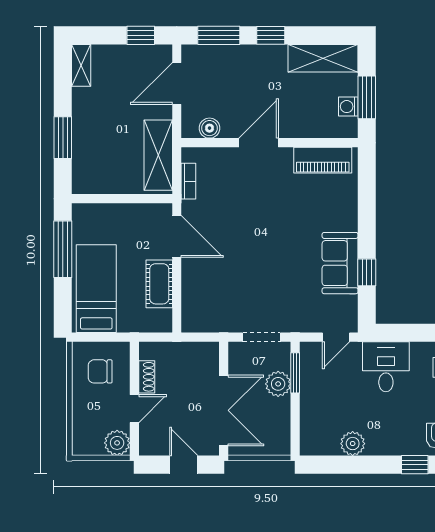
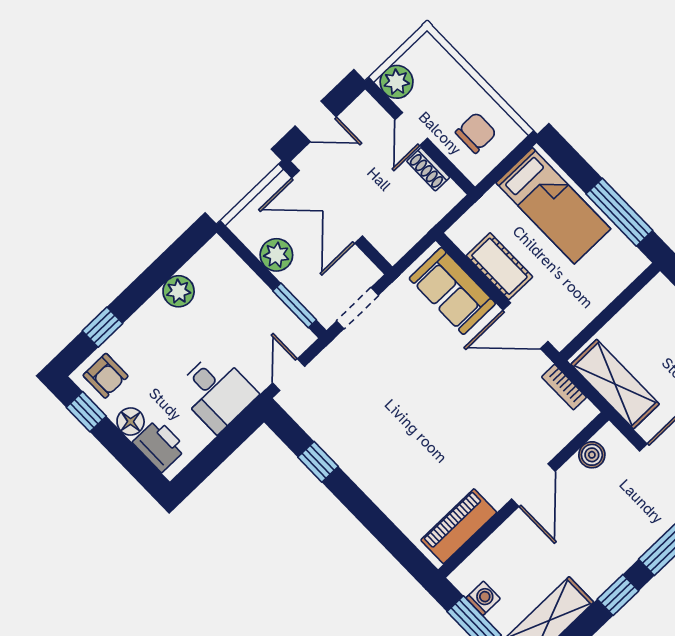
sofa: (340, 263) -> (452, 291), moved, turned 180
plant: (278, 384) -> (276, 255), moved

